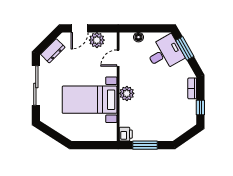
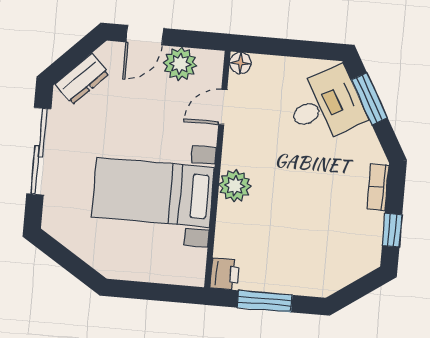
floor lamp: (138, 37) -> (240, 63), moved

